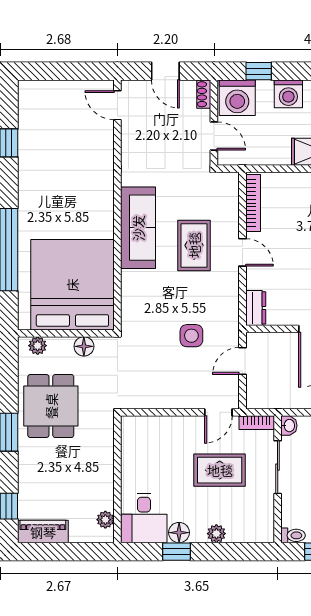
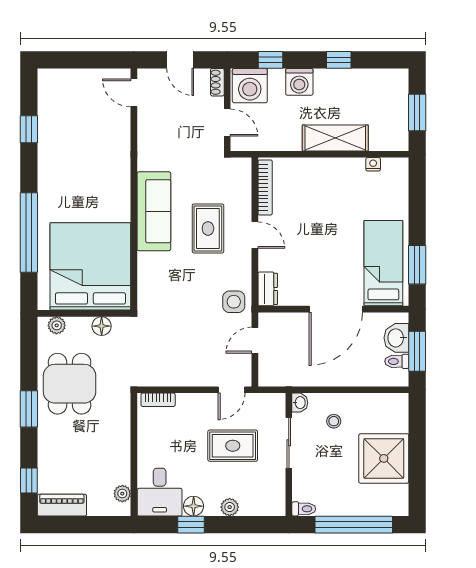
side table: (191, 336) -> (234, 302), moved
bookcase: (257, 423) -> (158, 400), moved

